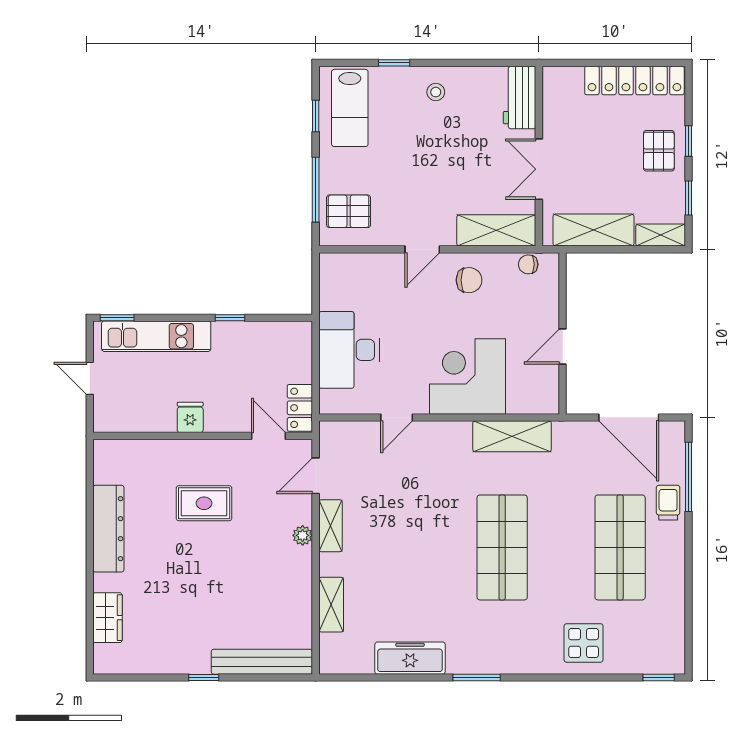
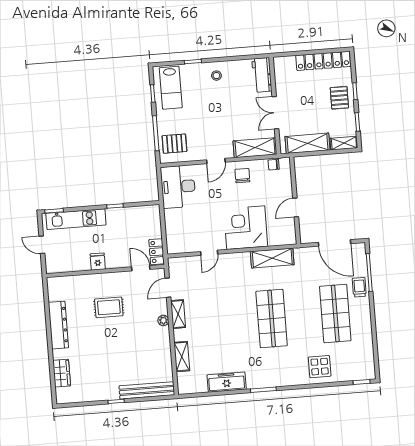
chair: (469, 280) -> (242, 176), turned -90
desk: (349, 350) -> (178, 187), moved

